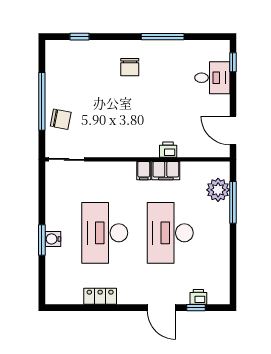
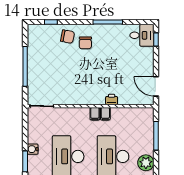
desk: (212, 78) -> (142, 35), moved
chair: (61, 119) -> (67, 37), moved
filing cabinet: (166, 171) -> (105, 114), width x0.50
plant: (218, 190) -> (146, 163), moved
water cooler: (53, 239) -> (33, 149), moved

